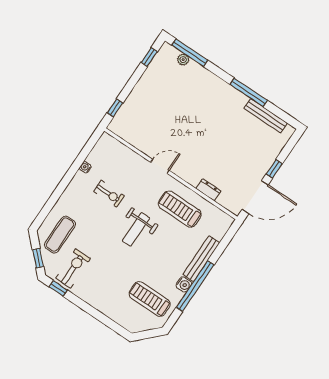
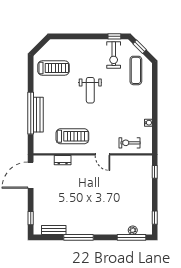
bench: (266, 116) -> (54, 230), width x0.73
door: (160, 166) -> (102, 154), hinge flipped
window: (274, 169) -> (31, 218), moved
exercise bike: (109, 194) -> (130, 143), moved
weight bench: (136, 229) -> (90, 90), moved, turned 180
water cooler: (184, 284) -> (38, 91), removed
window: (195, 286) -> (31, 113), moved

